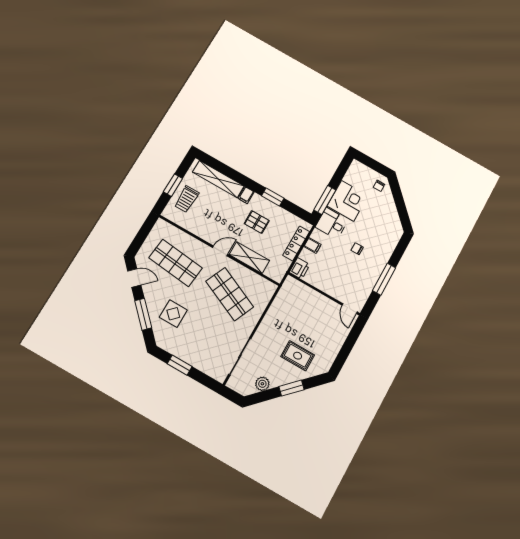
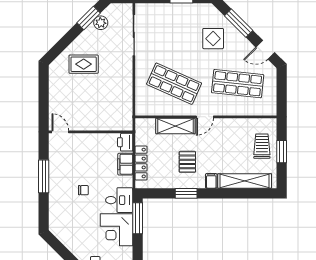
pallet: (257, 222) -> (187, 162), turned 90
filing cabinet: (312, 245) -> (125, 164), width x2.00
window: (292, 388) -> (89, 18), moved

